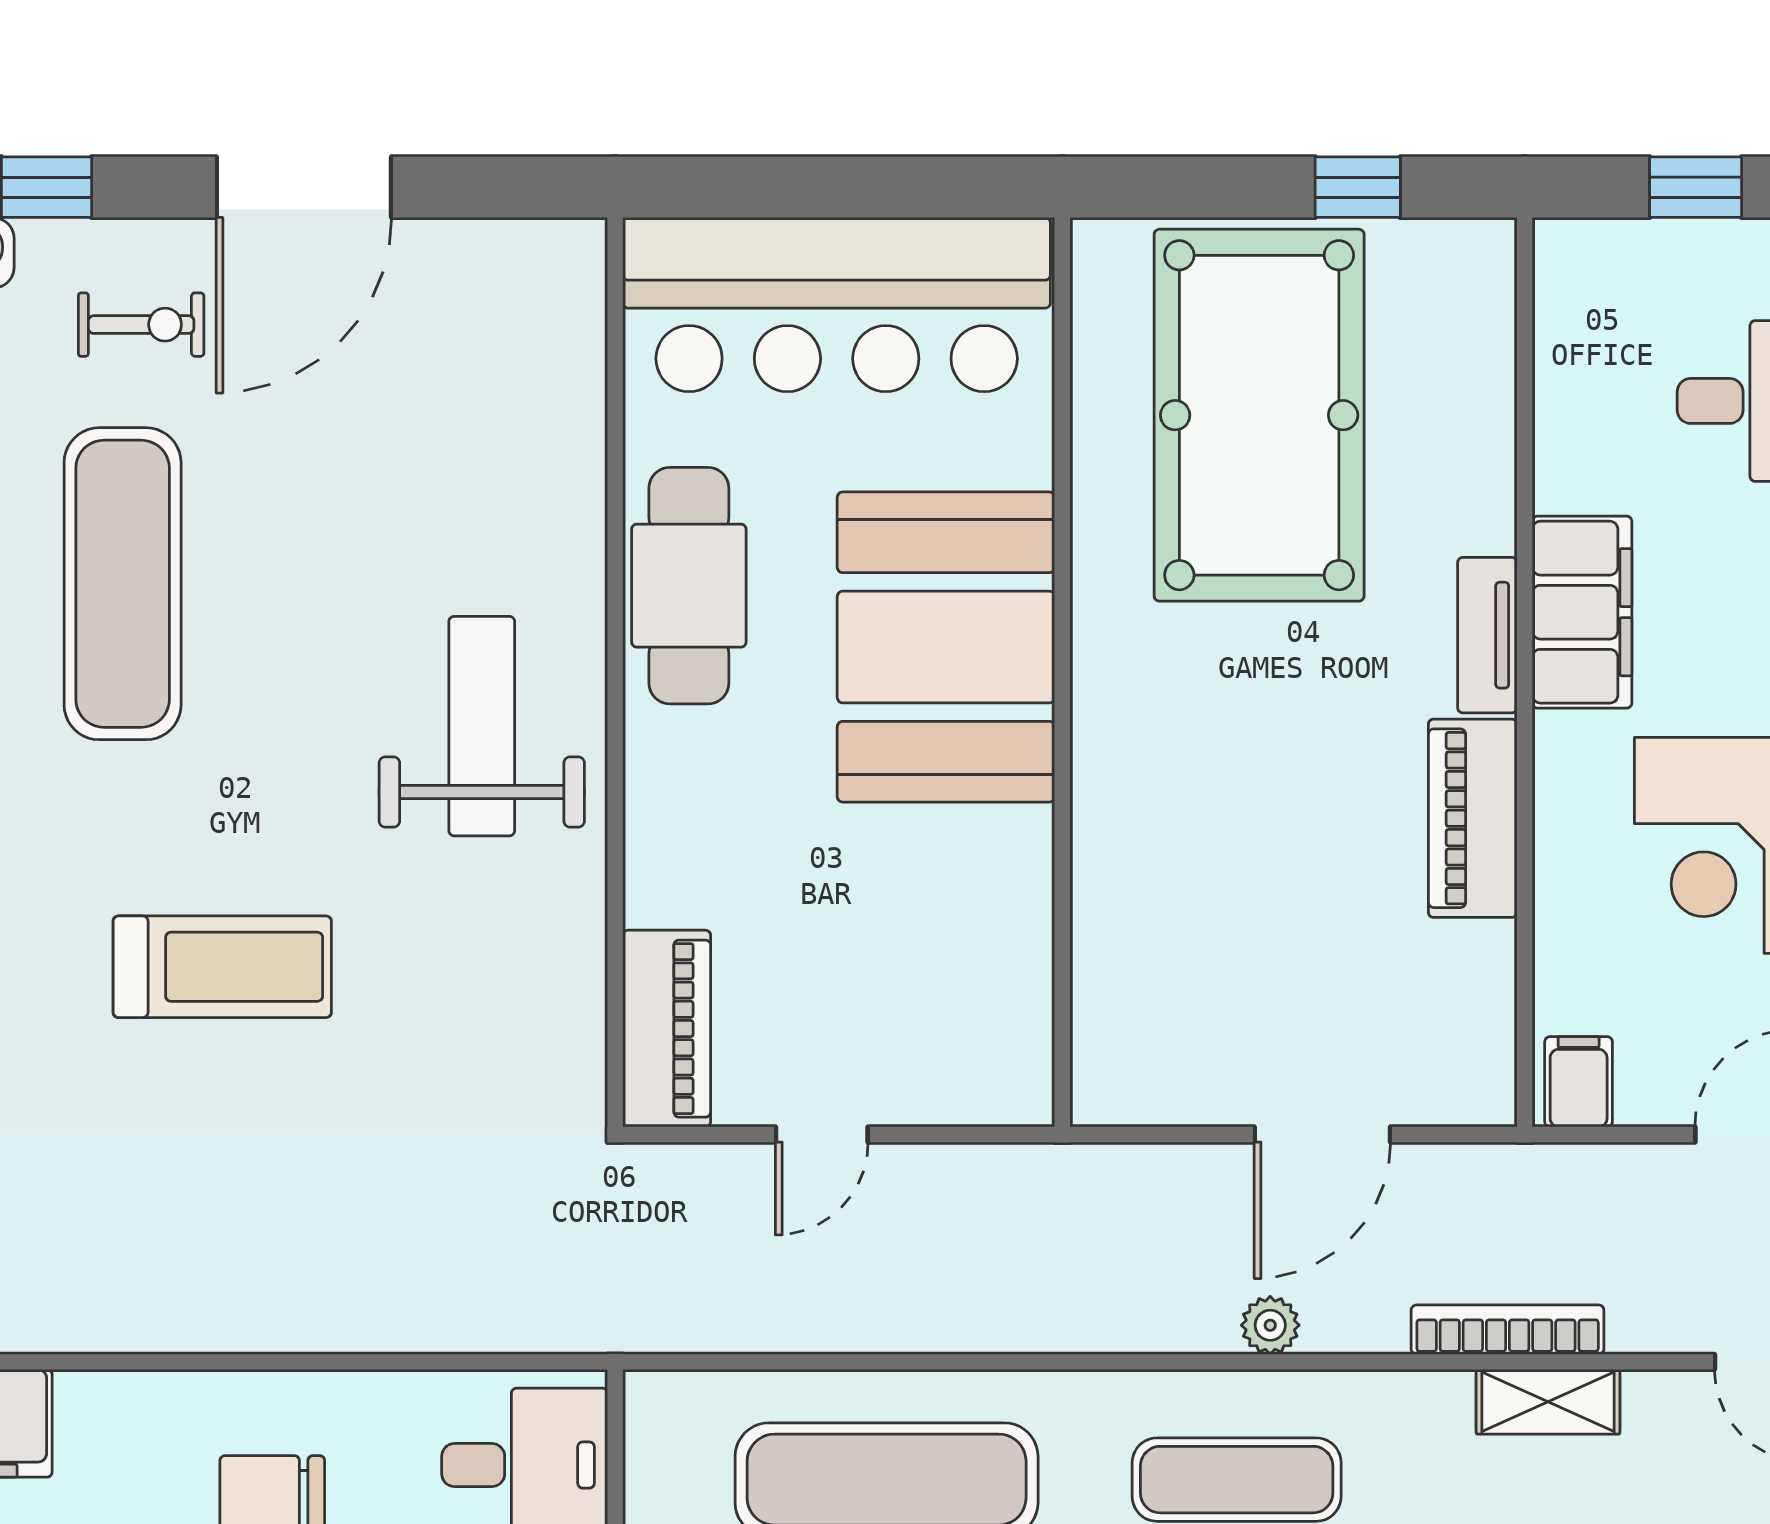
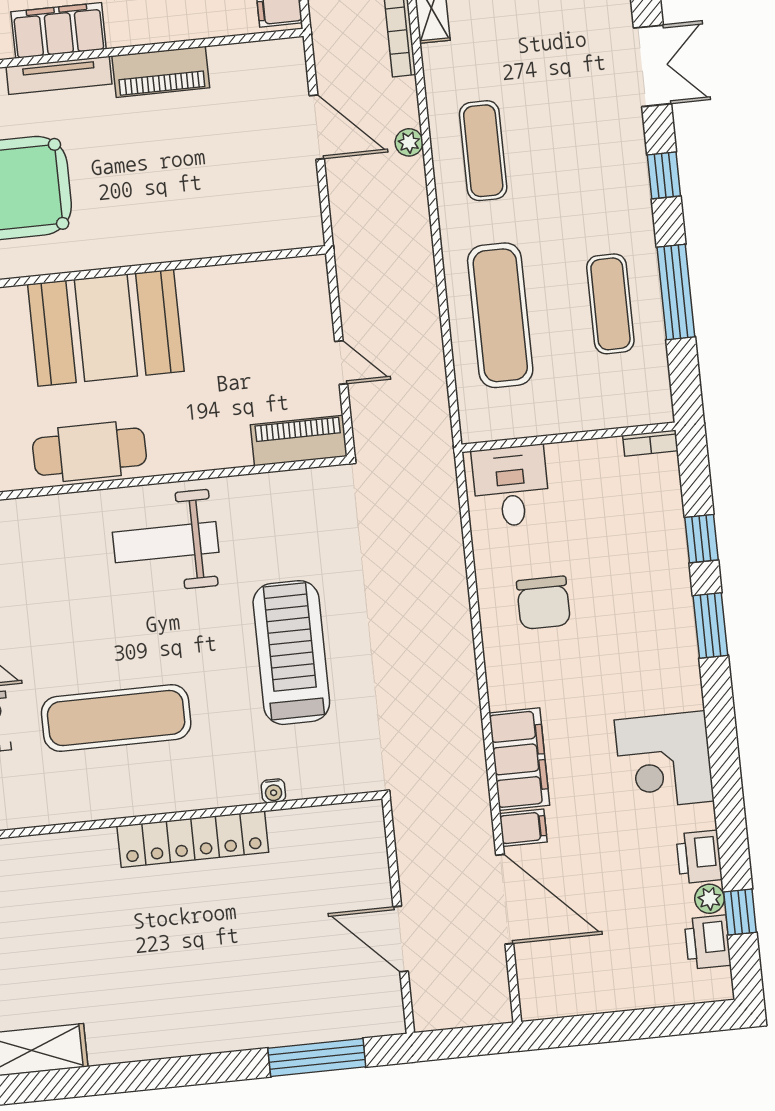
tv unit: (1487, 635) -> (59, 75), width x1.41
treadmill: (222, 967) -> (291, 653), width x1.37, depth x1.38

